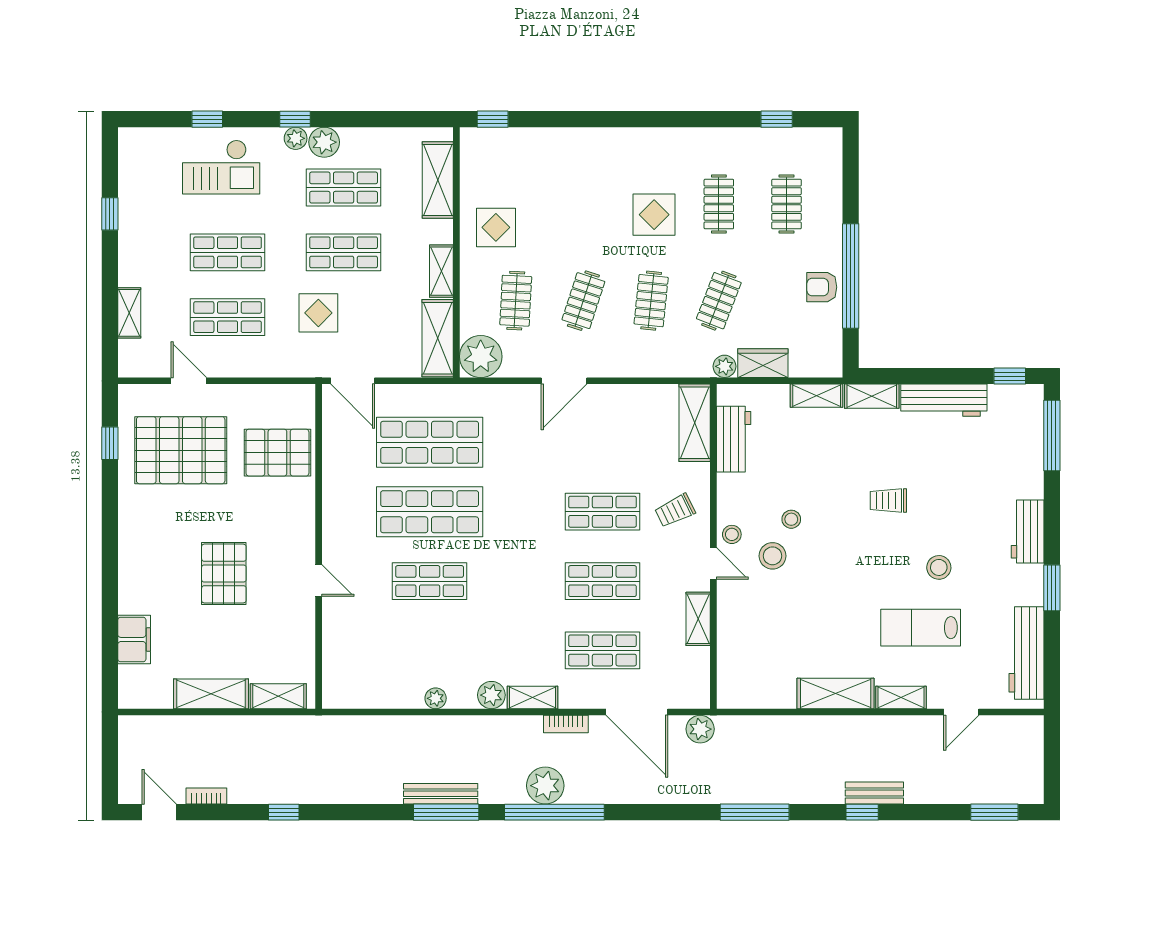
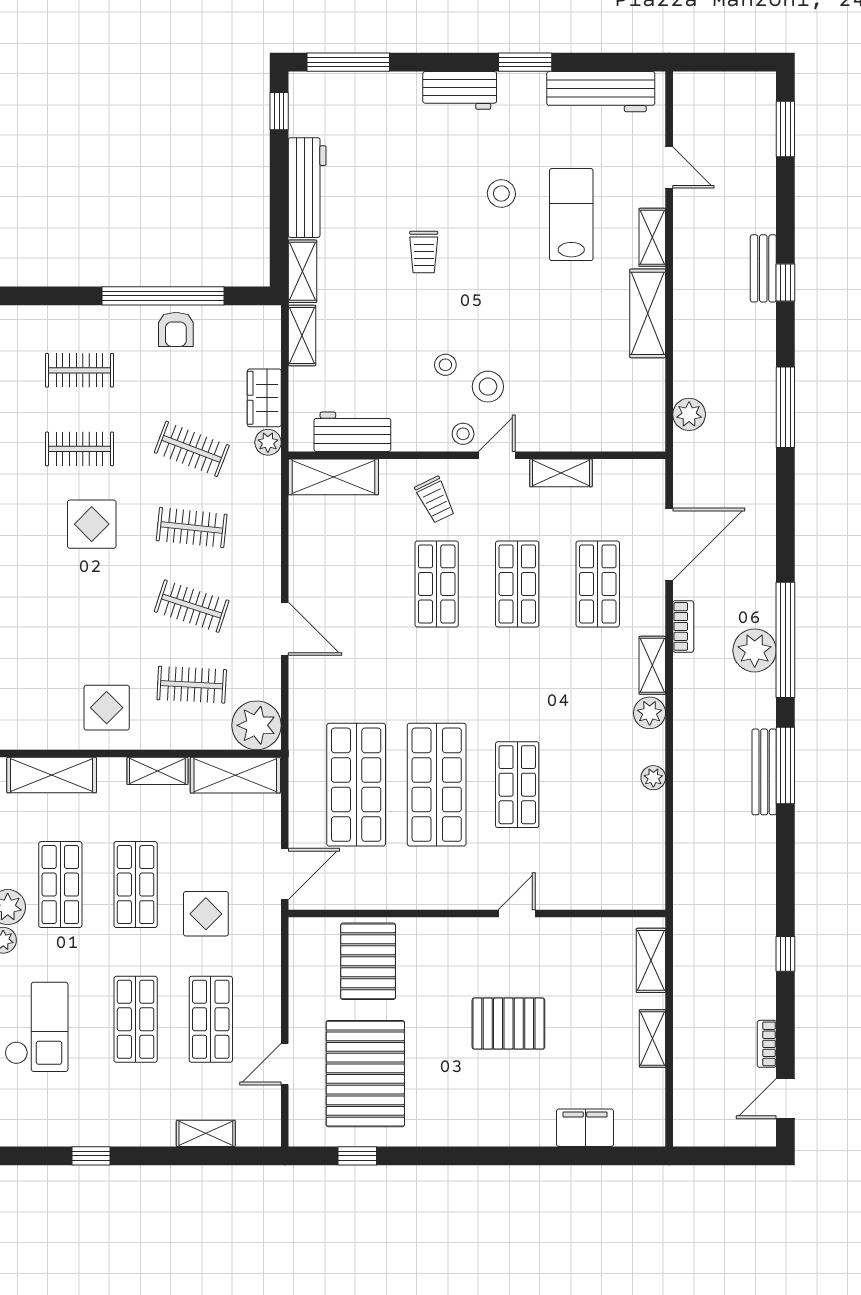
lab bench: (921, 628) -> (571, 215), turned 180
shelving: (211, 694) -> (652, 1038), width x0.67, depth x0.75
plant: (700, 729) -> (689, 414), moved

